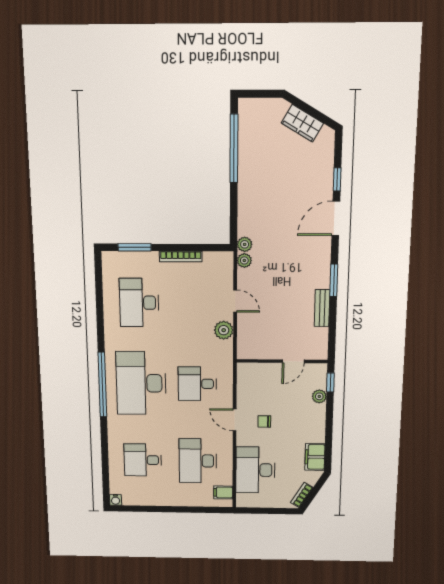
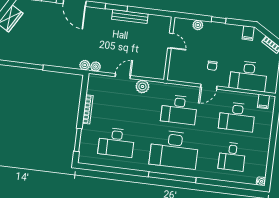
bench: (322, 308) -> (130, 17), width x1.36
window: (330, 382) -> (219, 20), moved
desk: (197, 384) -> (179, 110), width x1.37
filing cabinet: (315, 457) -> (248, 33), width x0.50

